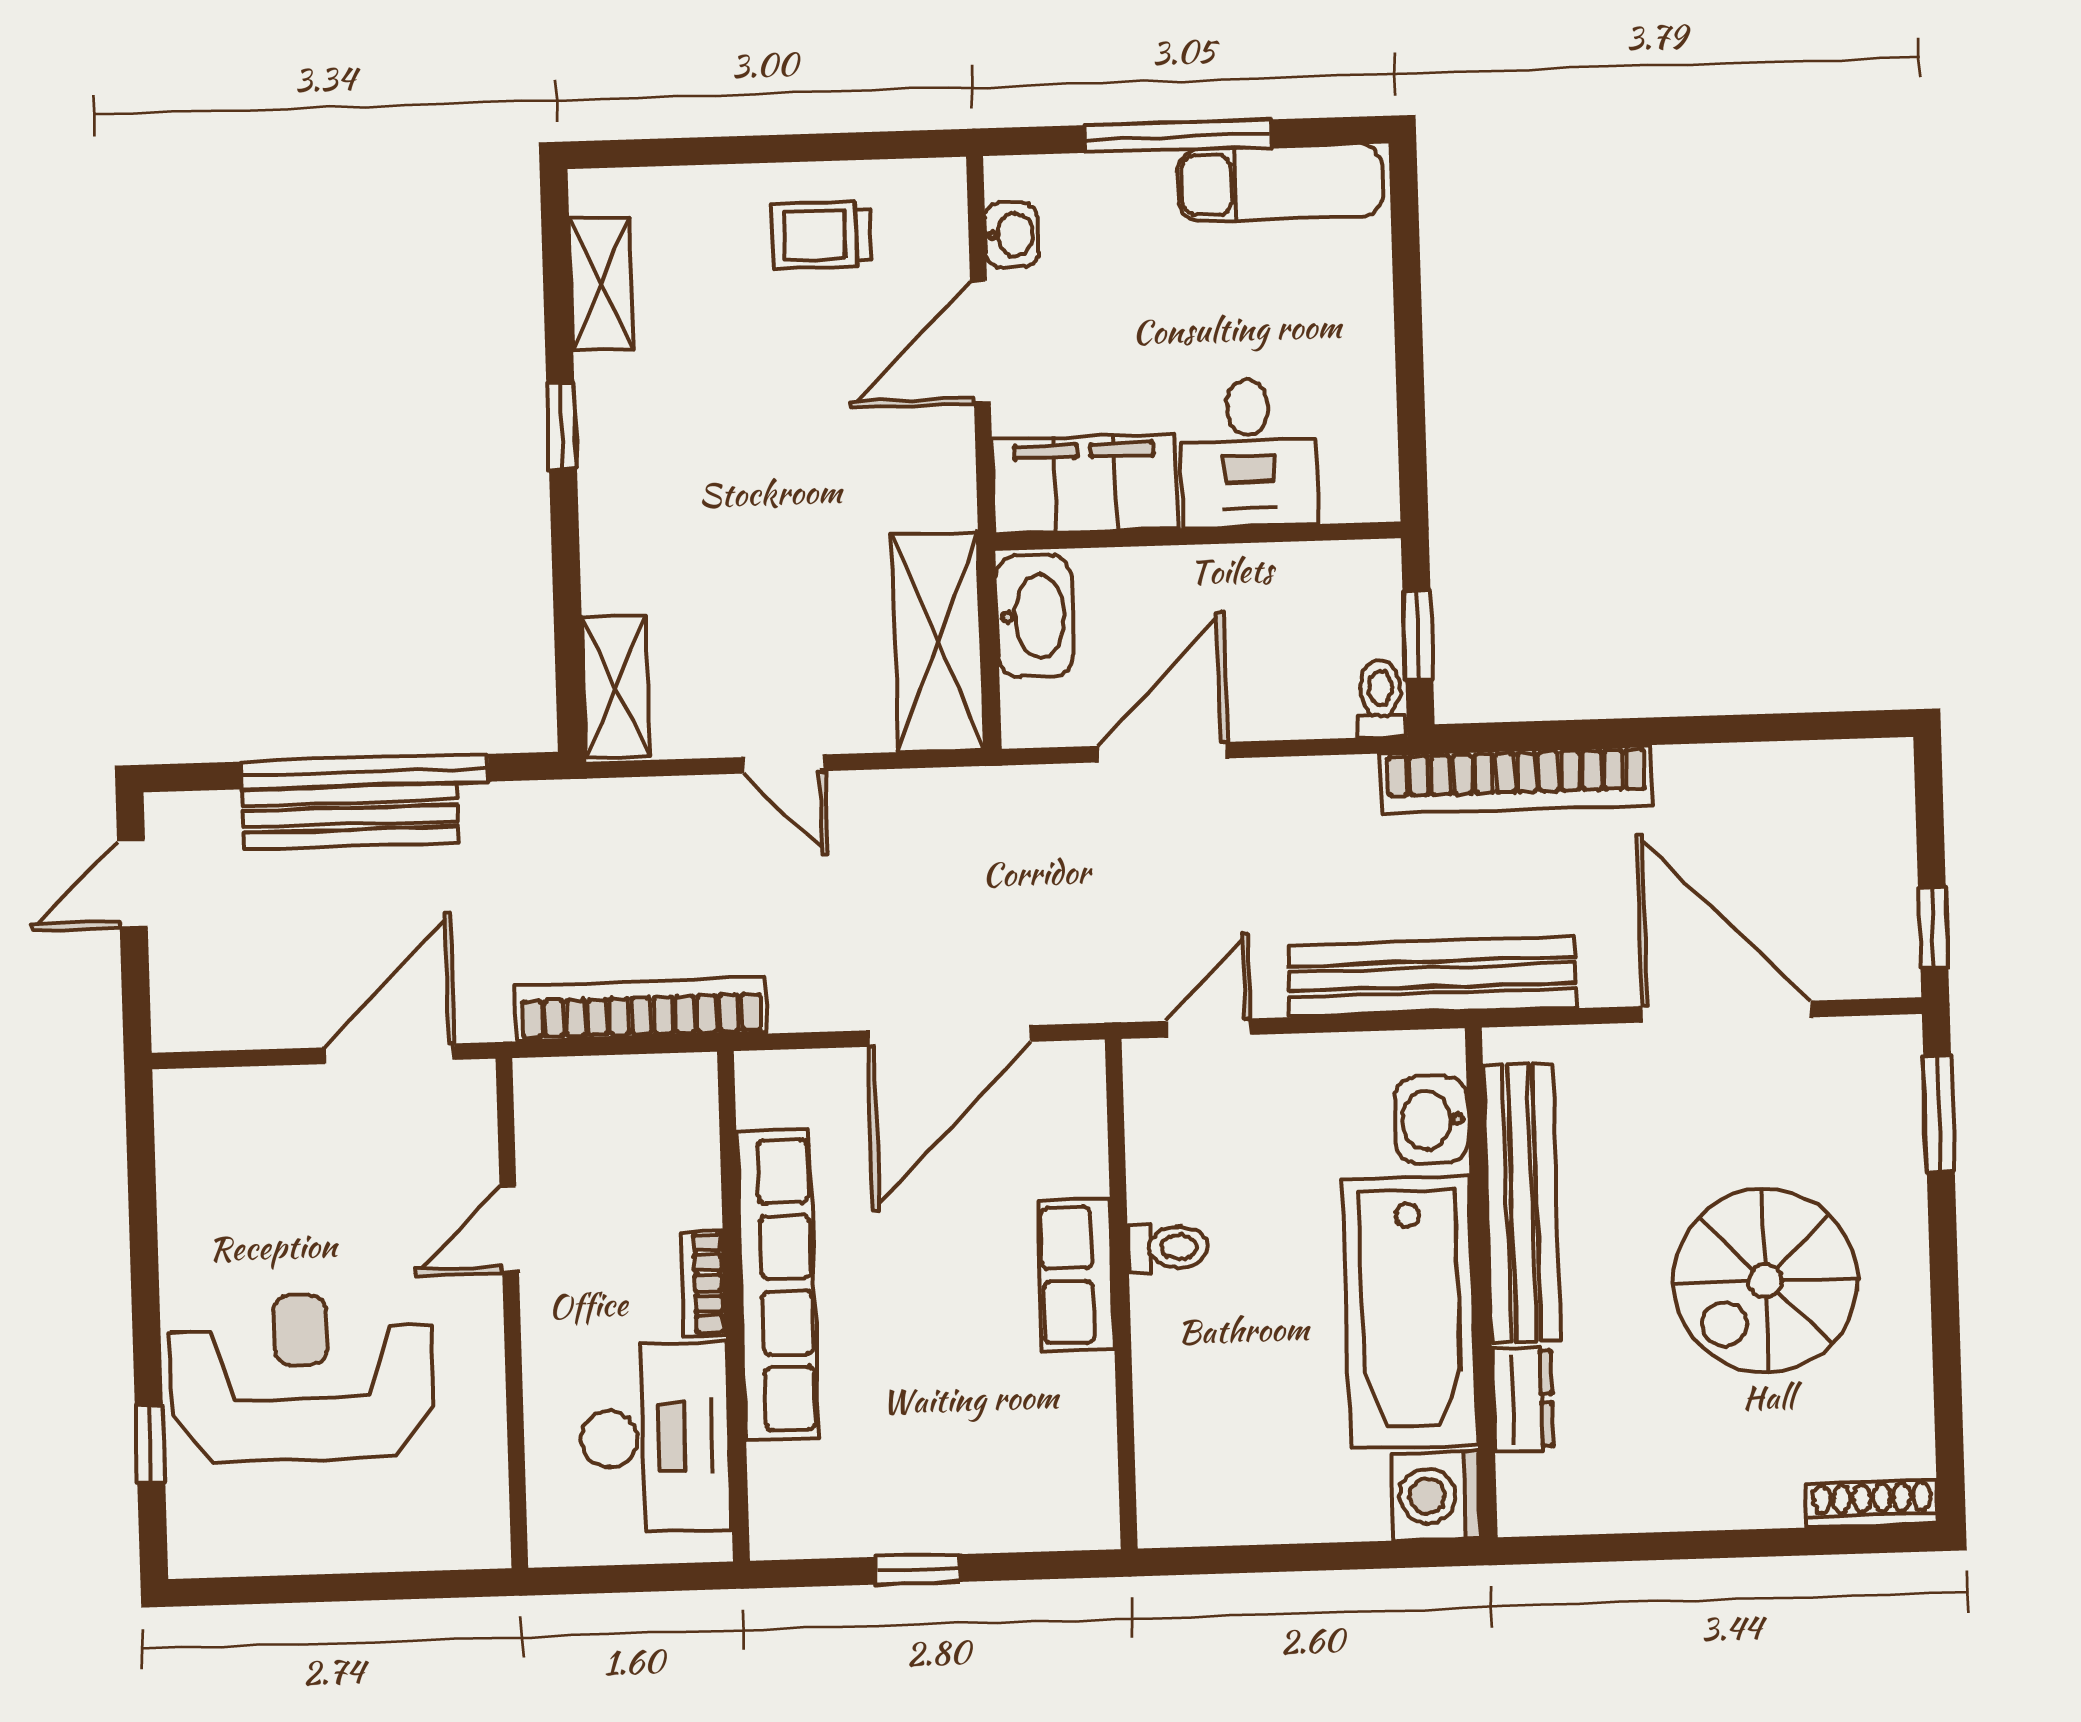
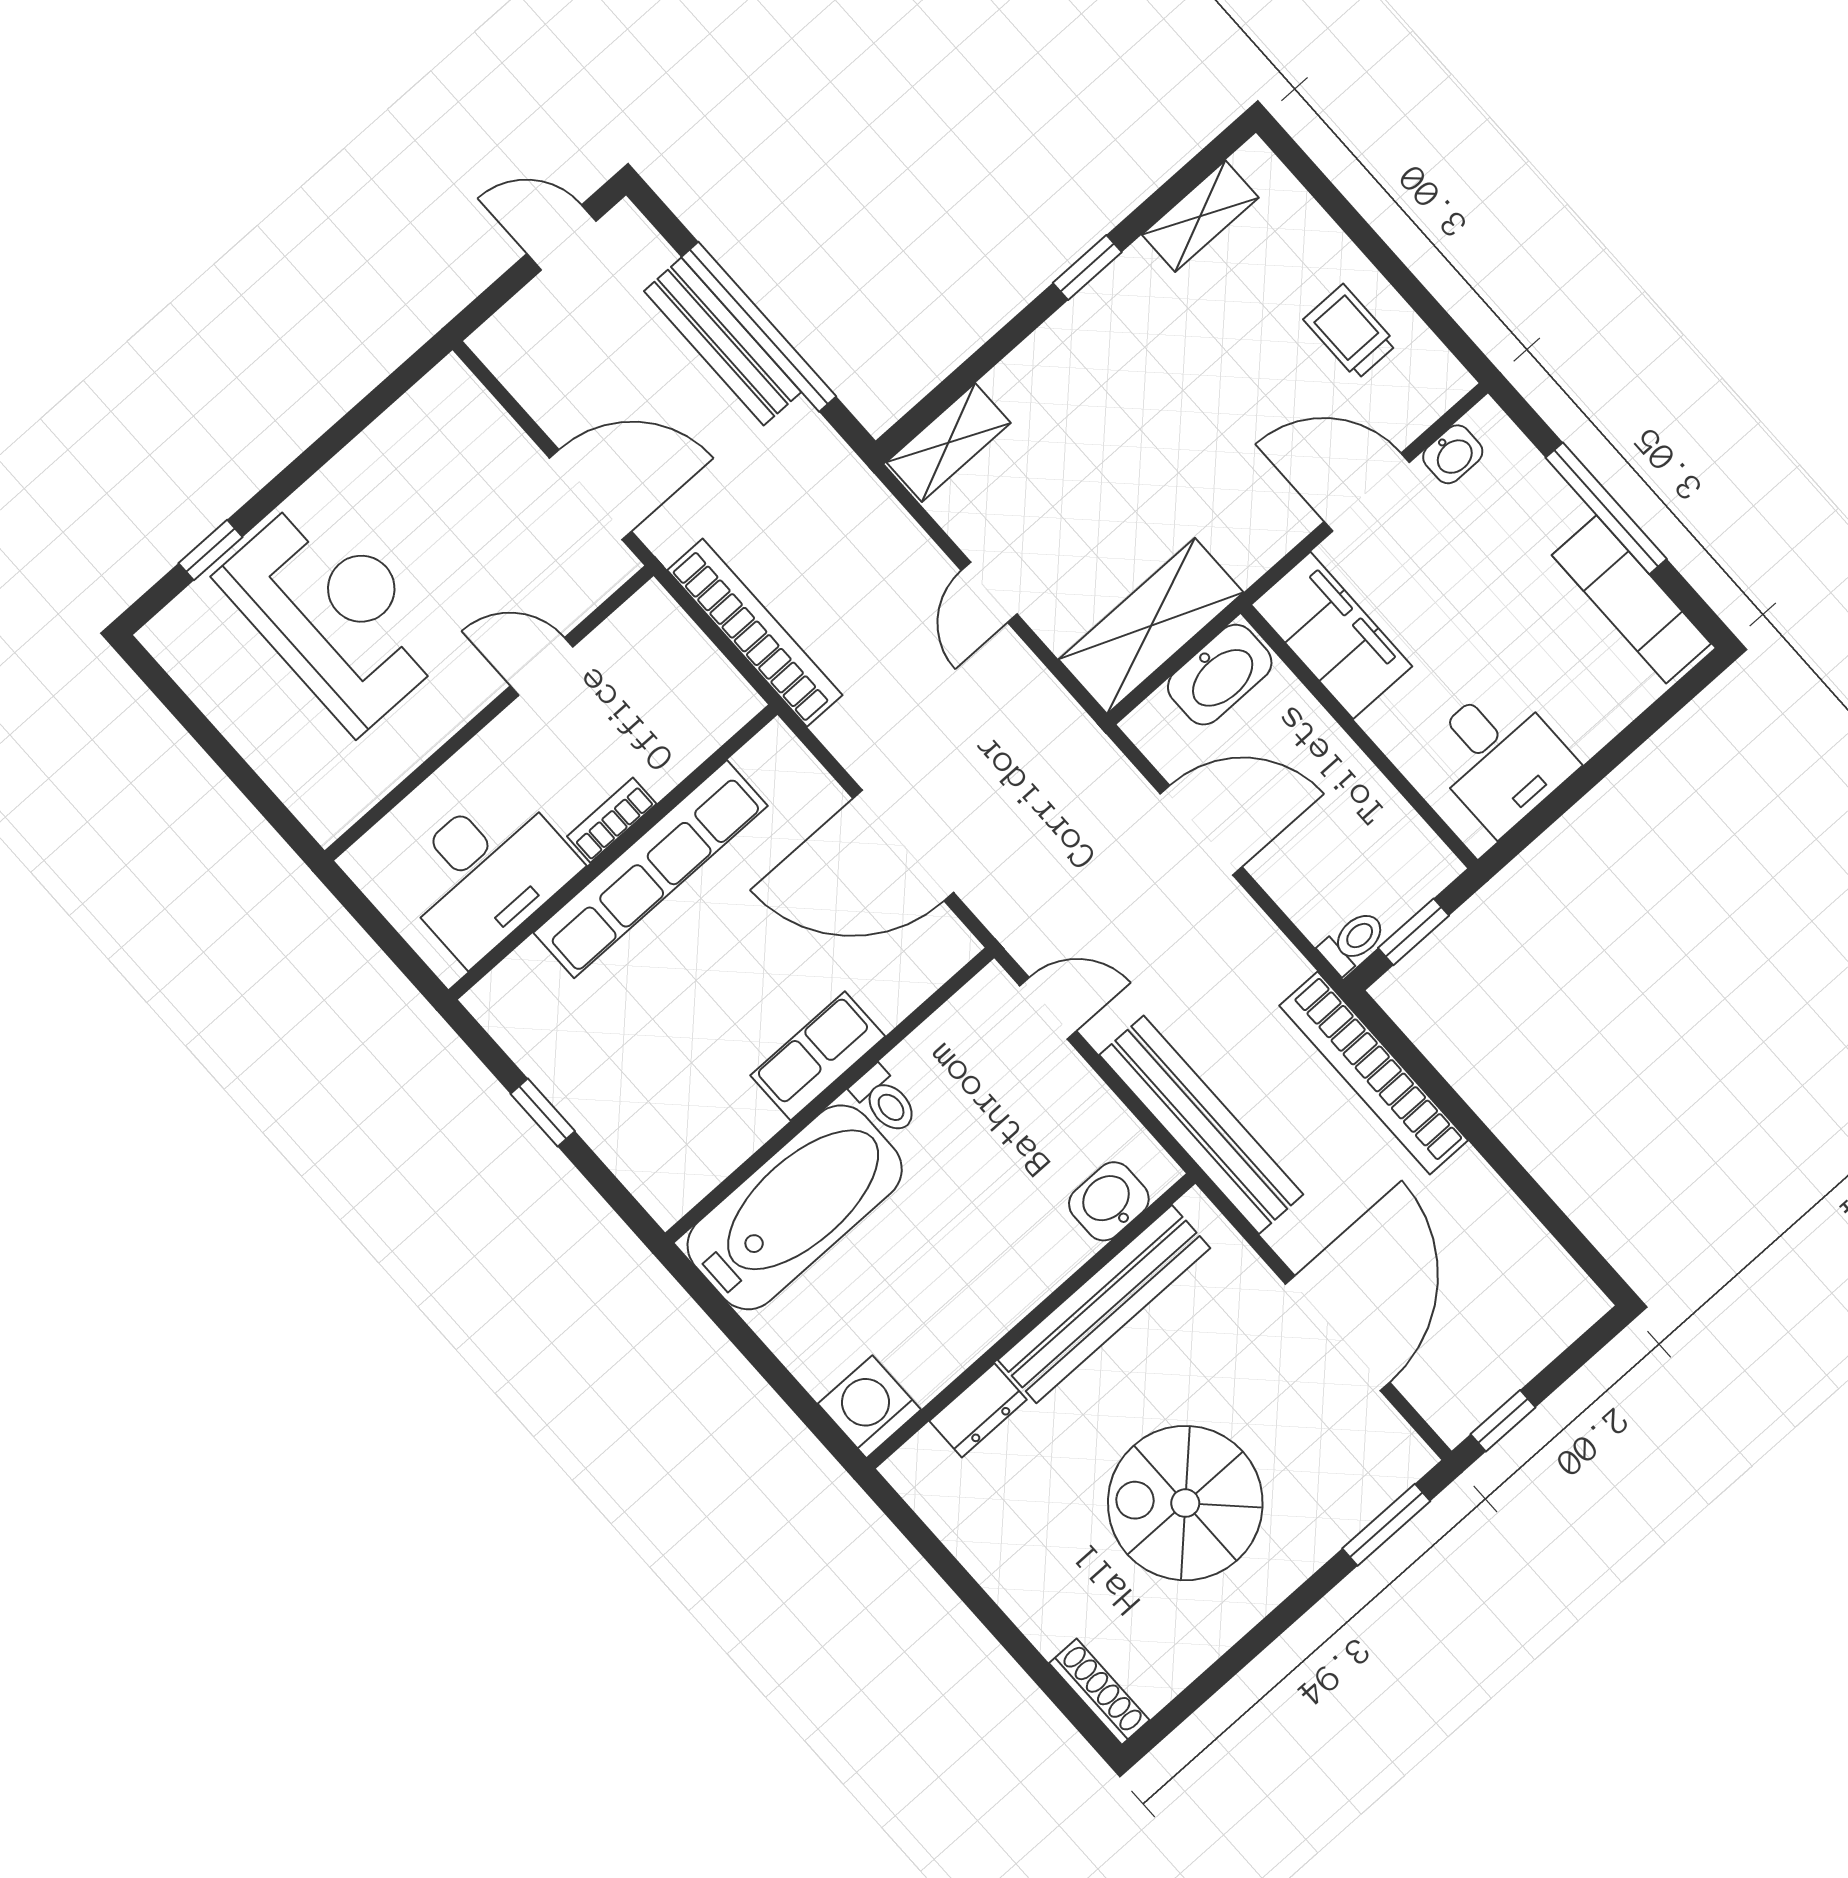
desk: (1249, 453) -> (1499, 757), moved, turned -90
bathtub: (1410, 1312) -> (795, 1207), moved, turned 180

